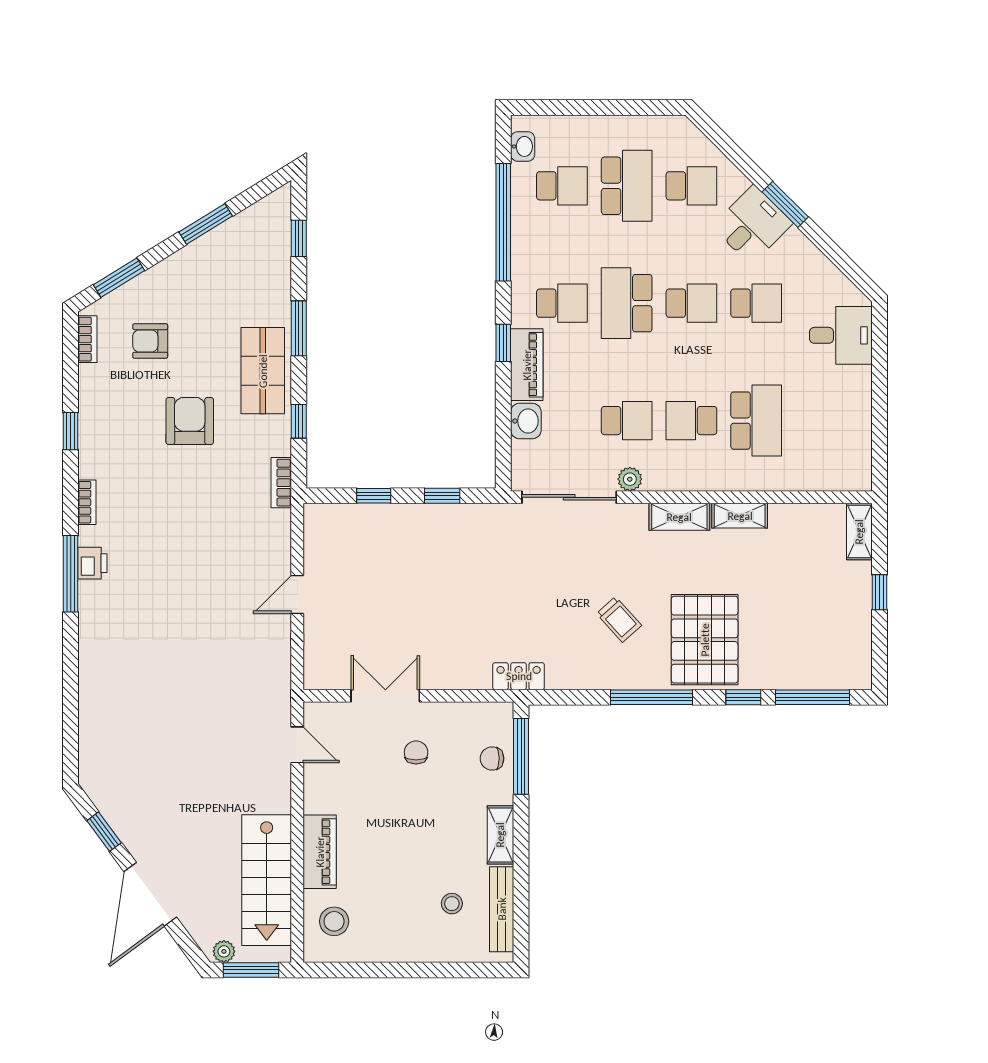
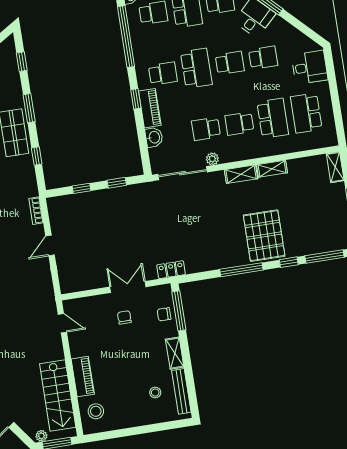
school desk: (627, 303) -> (196, 68), turned 180
school desk: (627, 421) -> (206, 129), turned 180
school desk: (821, 421) -> (306, 113), added
bookcase: (281, 483) -> (36, 211), moved
trolley: (619, 619) -> (218, 232), removed
double door: (385, 696) -> (128, 287), moved

